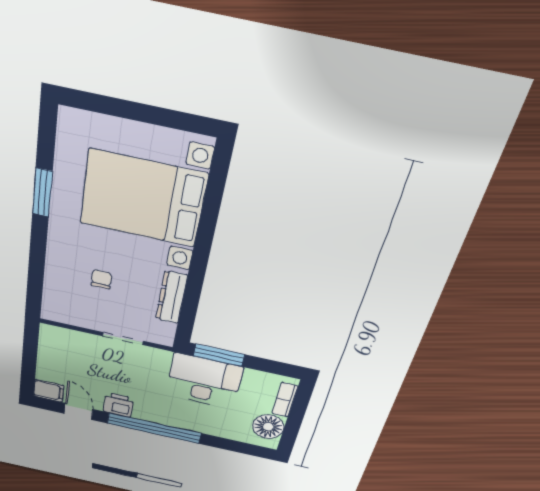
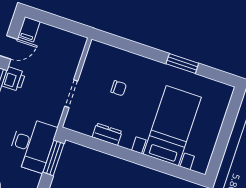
bed with nightstands: (143, 199) -> (172, 126), width x0.73
dresser: (172, 297) -> (107, 134), width x0.70

